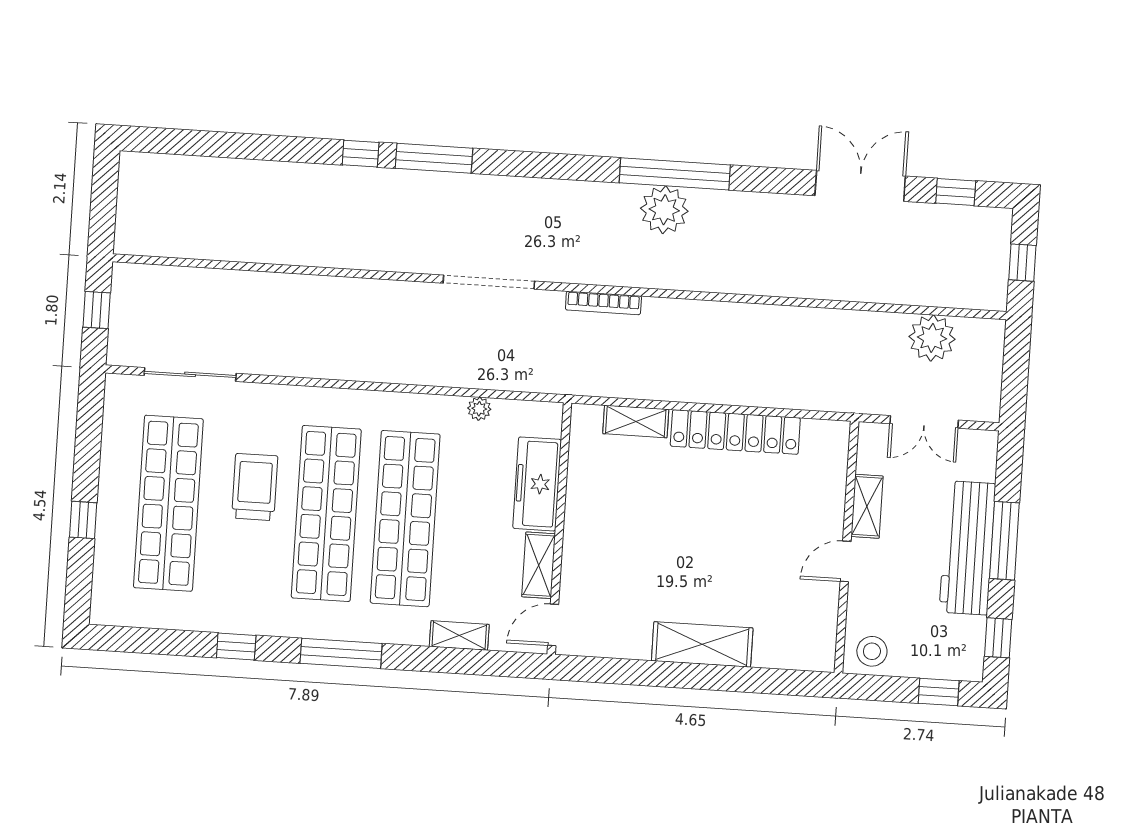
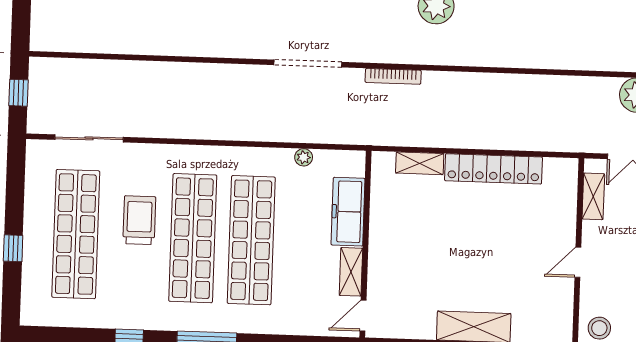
shelving: (867, 506) -> (593, 196), moved
shelving: (459, 635) -> (294, 325), removed

